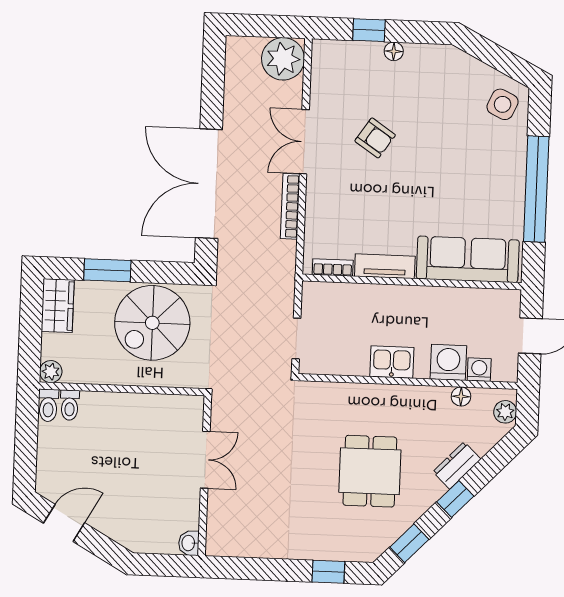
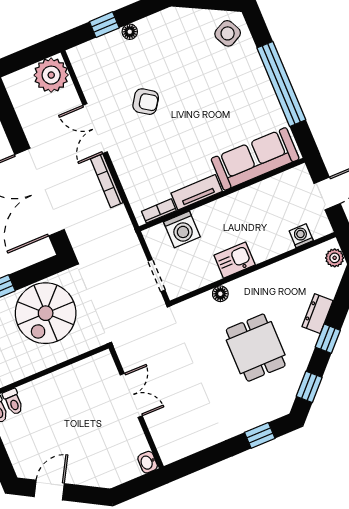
side table: (503, 104) -> (228, 33), turned 38
washing machine: (448, 362) -> (182, 229), moved, turned 180
floor lamp: (461, 396) -> (220, 294), moved

